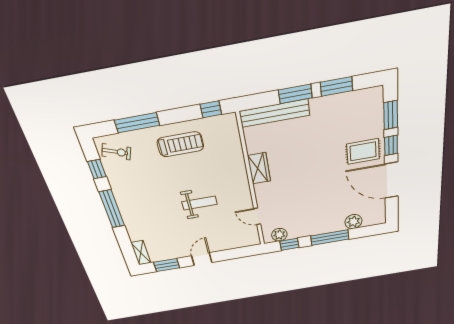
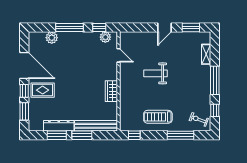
dresser: (334, 102) -> (59, 126), added
shelving: (141, 253) -> (206, 54), moved

